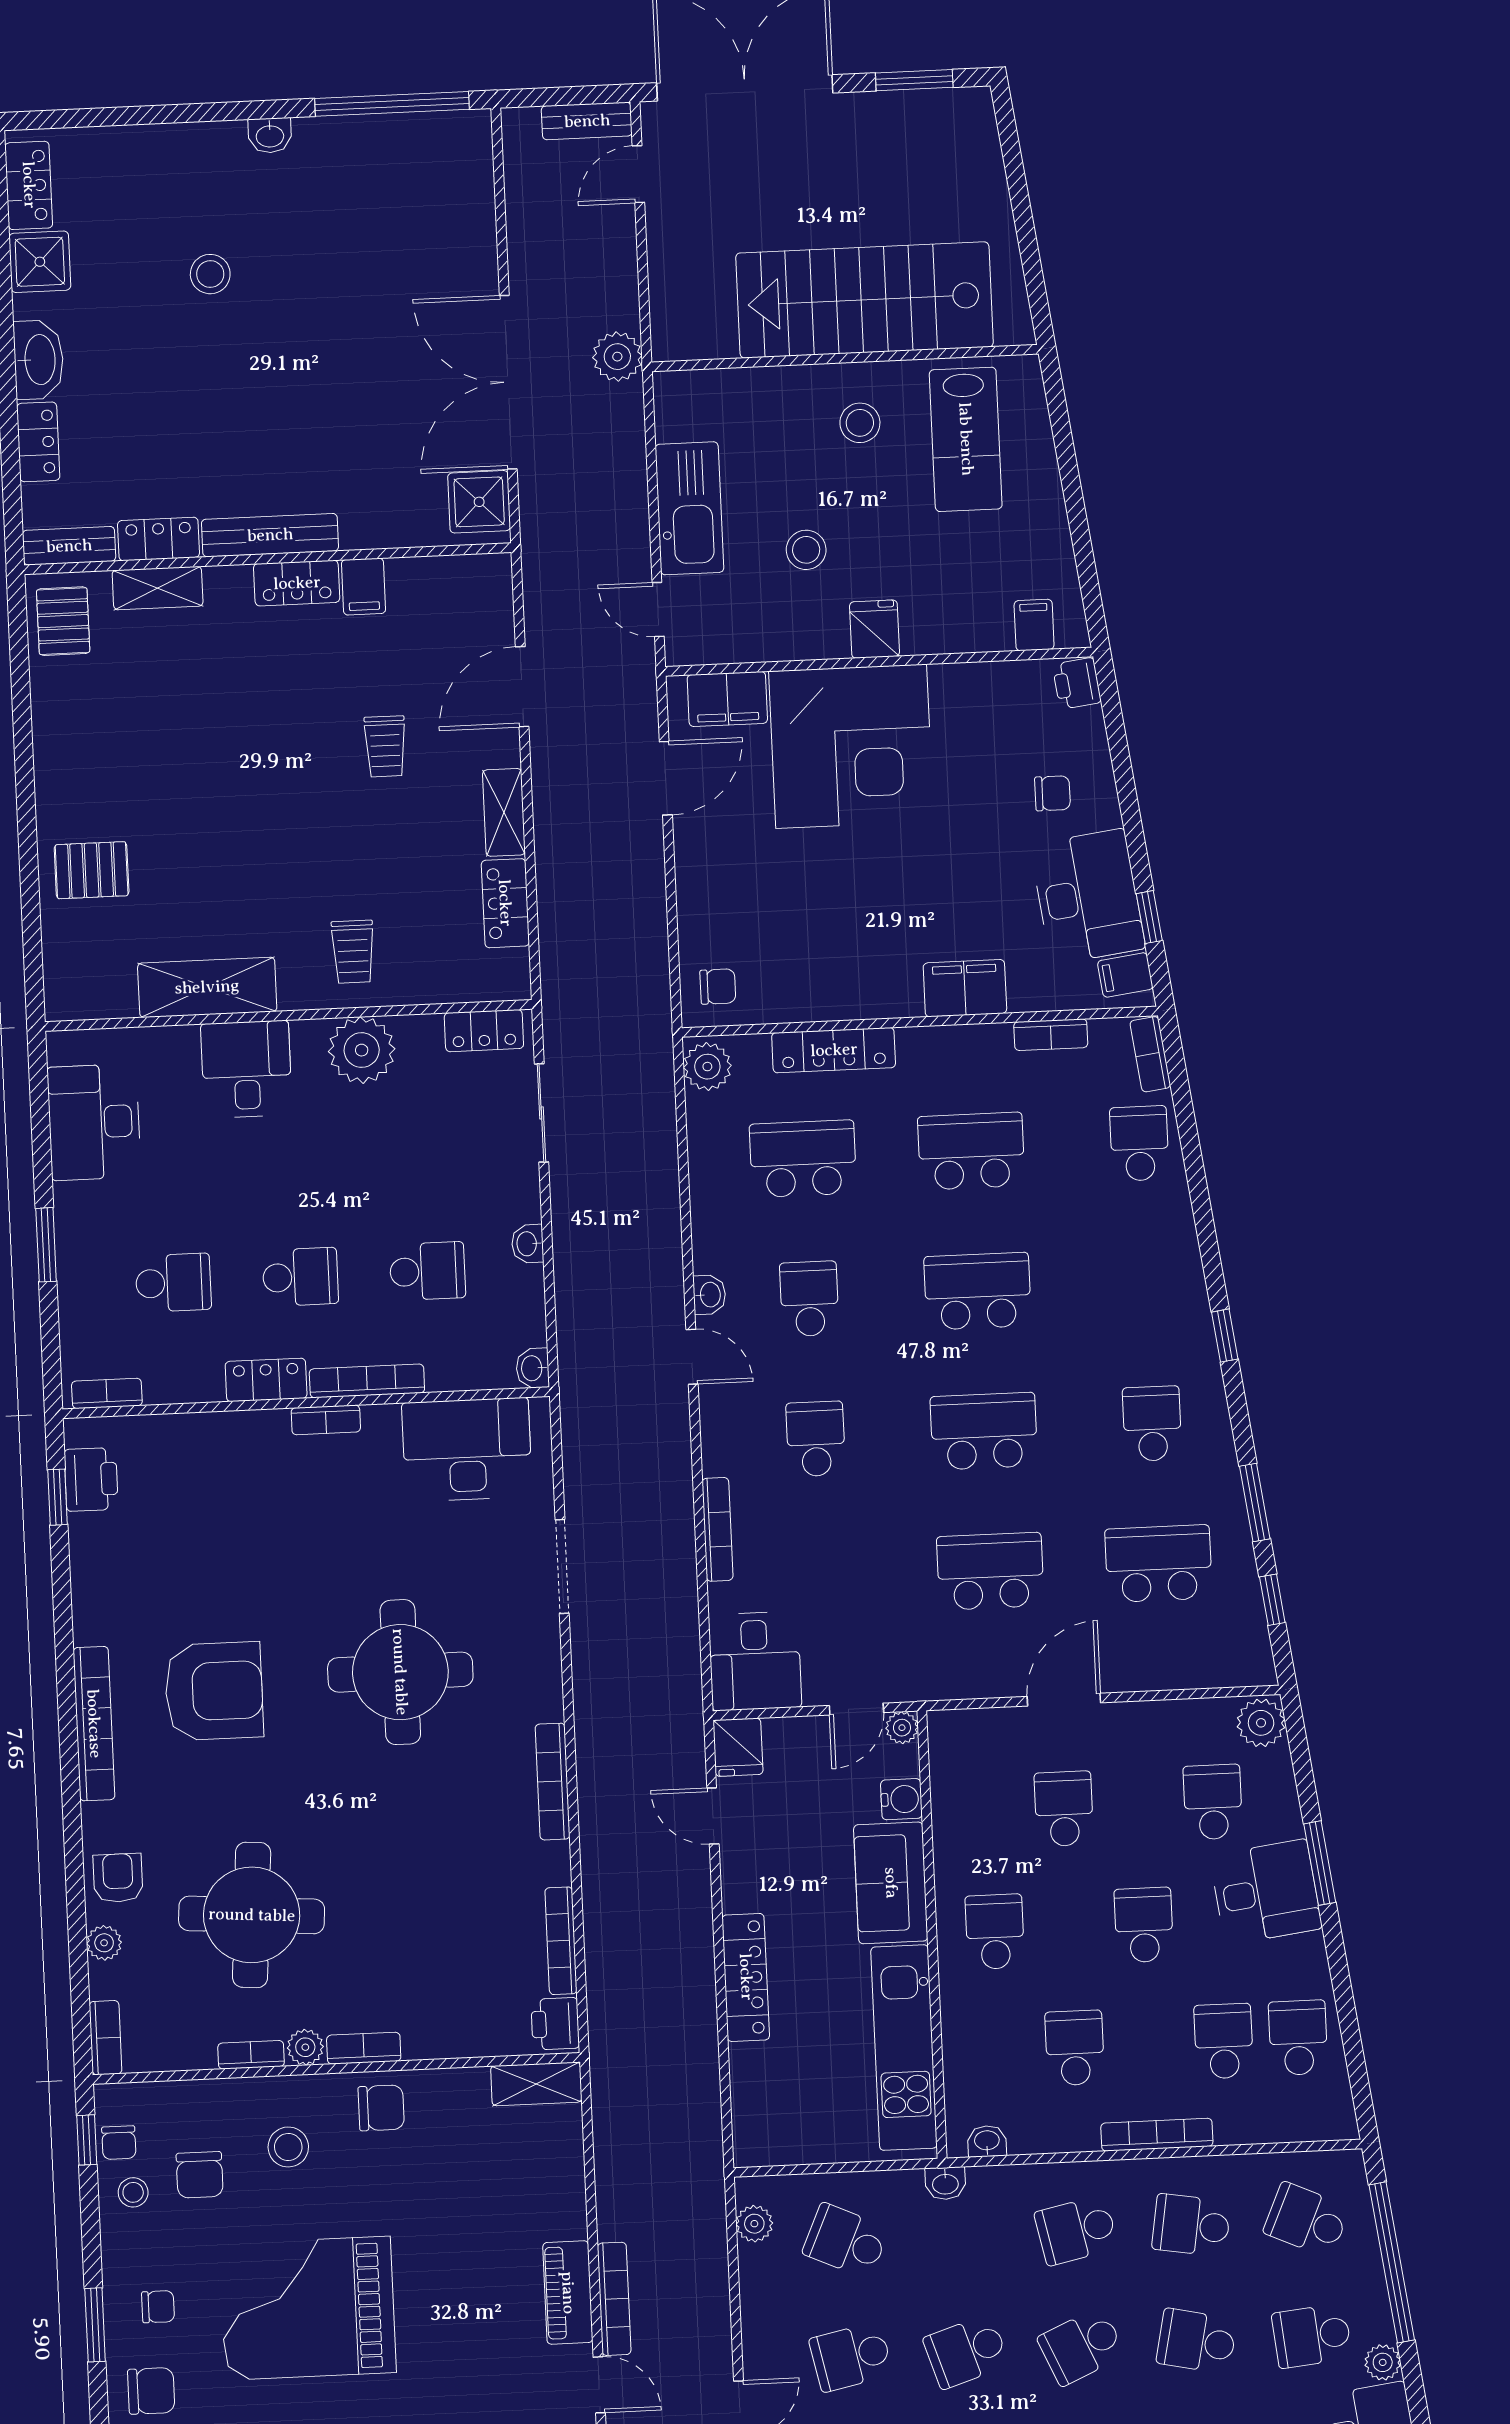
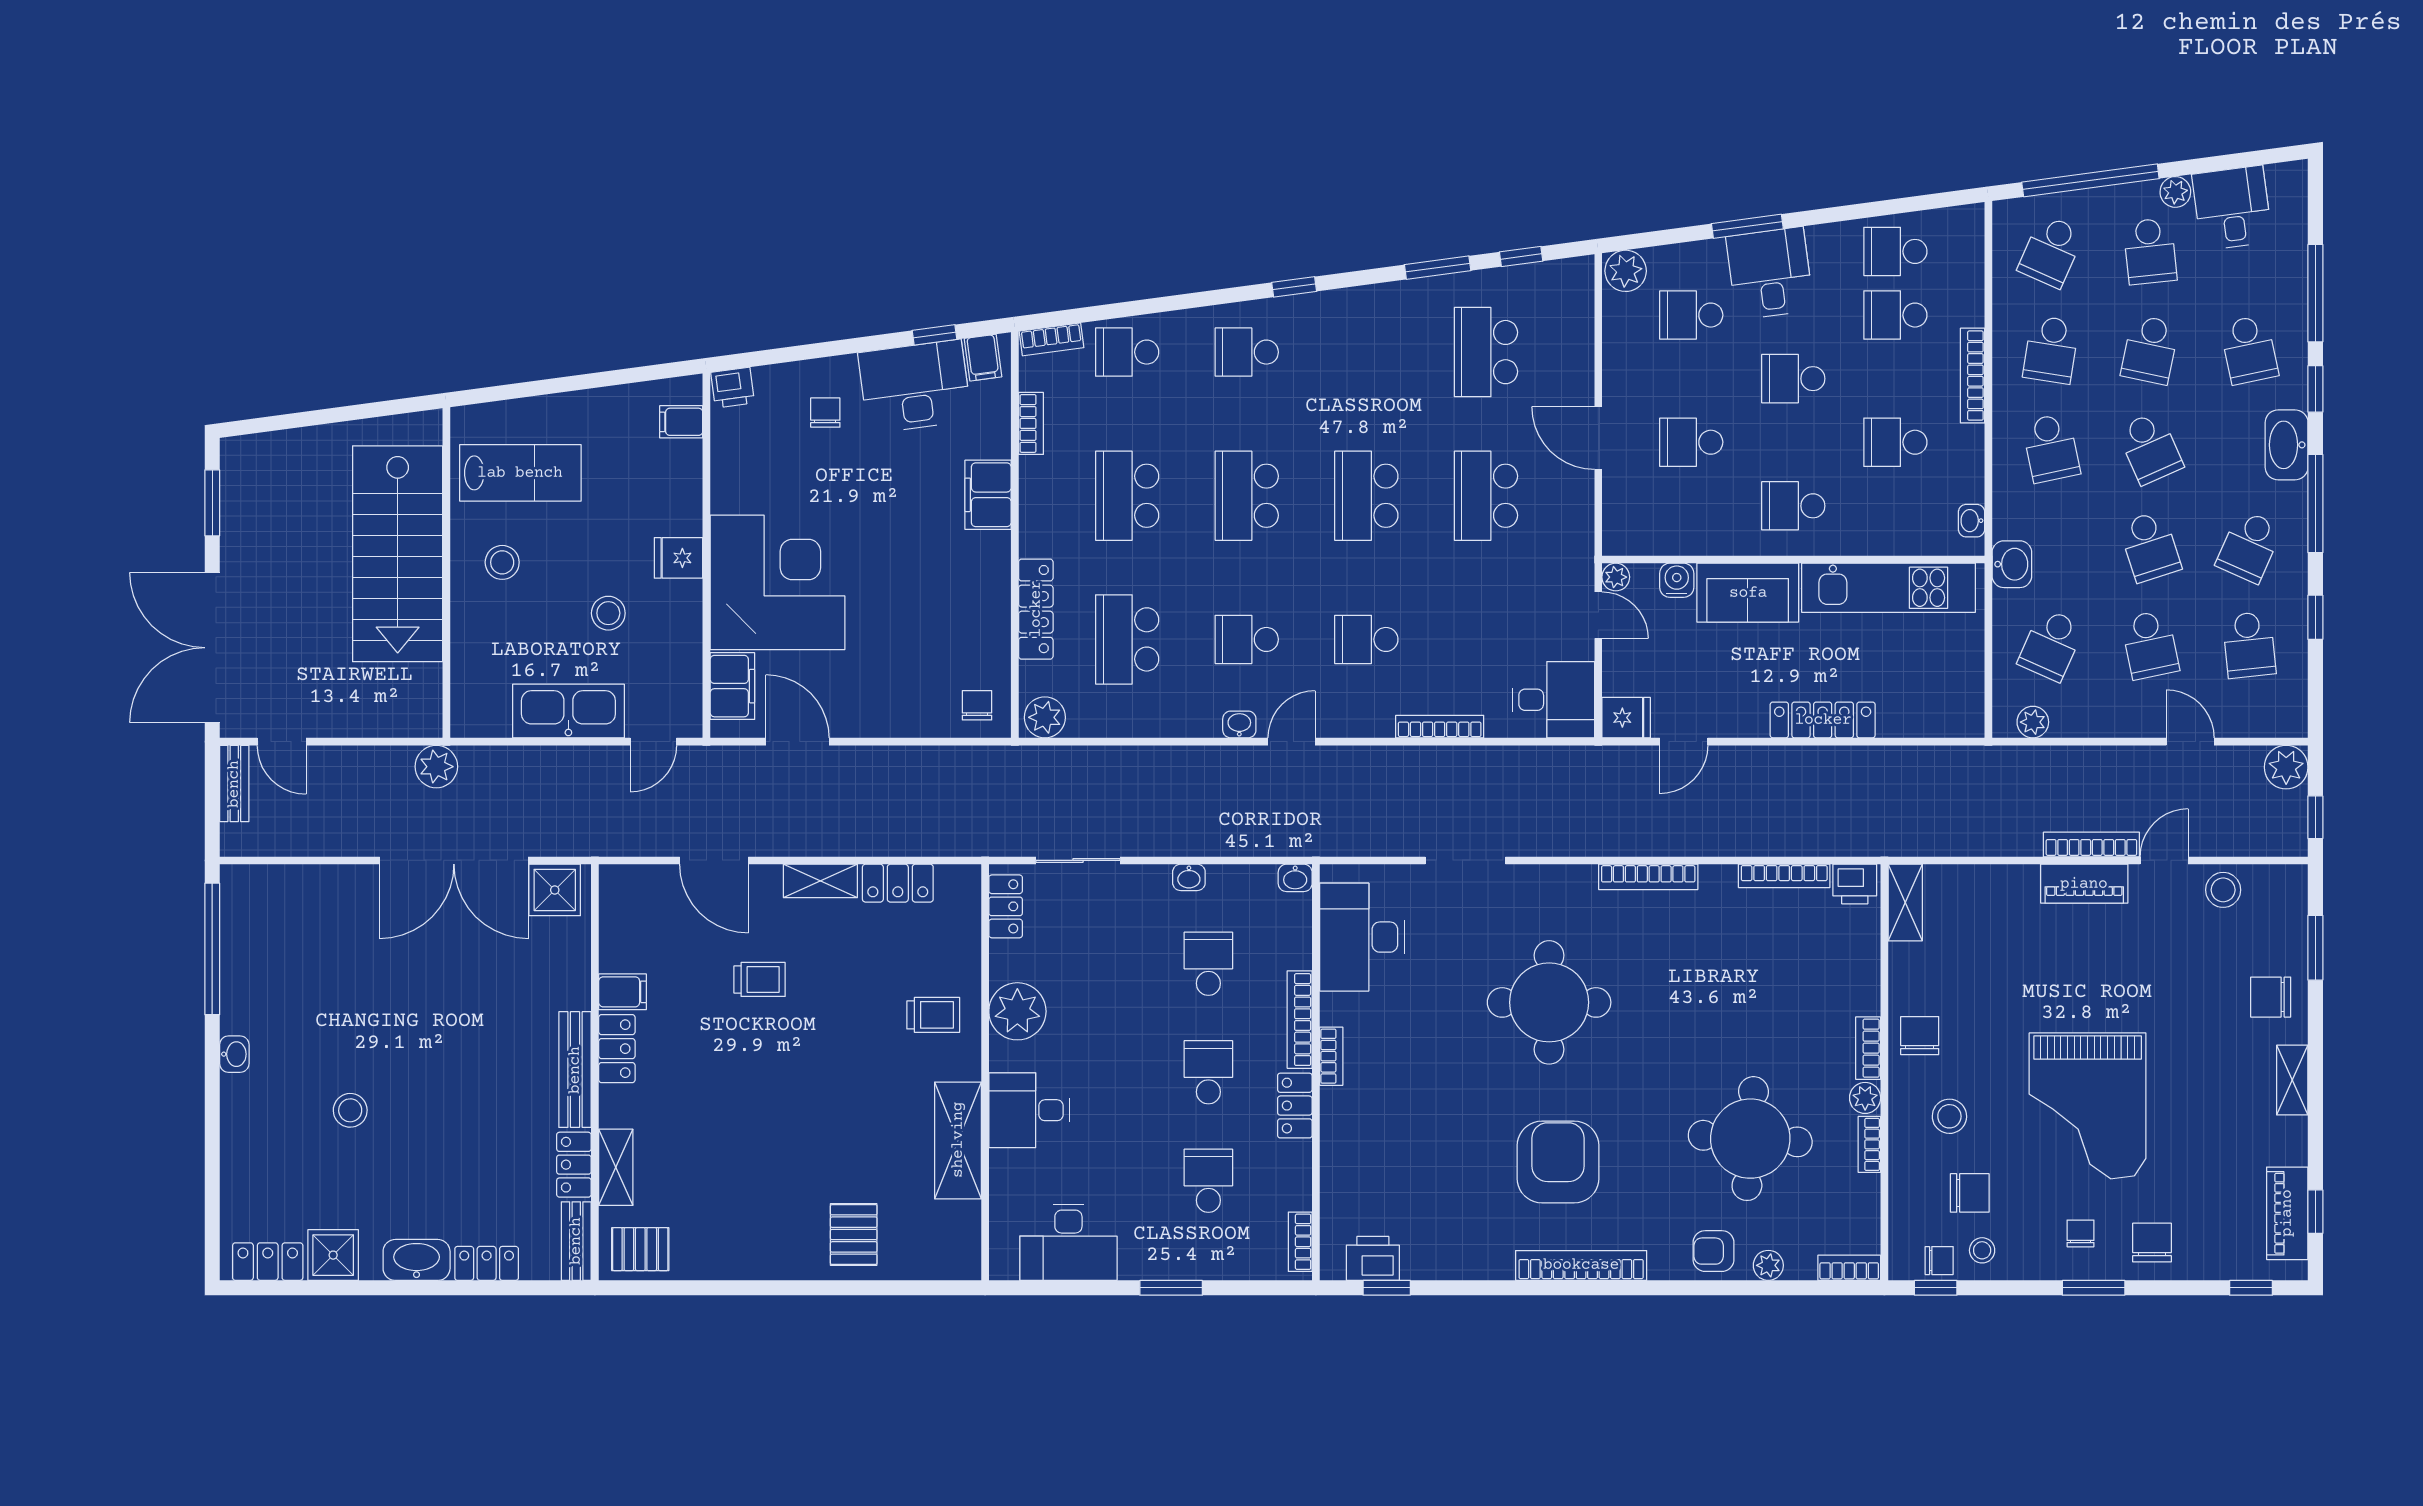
school desk: (1152, 1424) -> (1247, 352), moved
washbasin: (945, 2183) -> (2012, 564), width x1.38, depth x1.45

